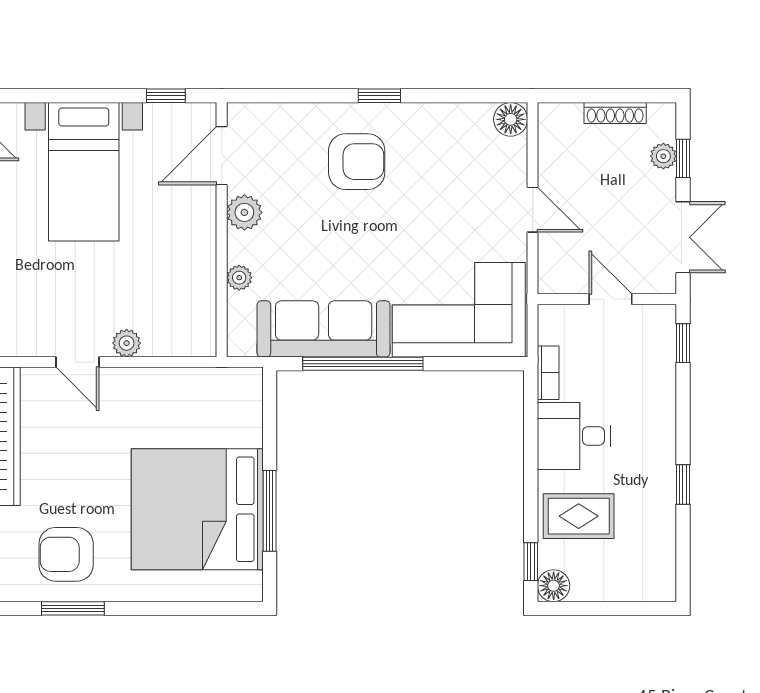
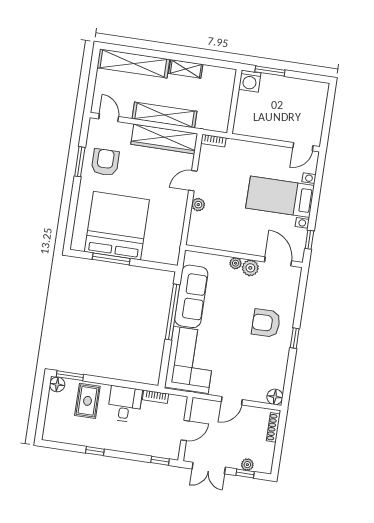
shoe rack: (615, 113) -> (273, 427), moved
armchair: (357, 162) -> (266, 323), turned 90
plant: (239, 278) -> (236, 263), moved
window: (531, 562) -> (70, 376), width x1.50

